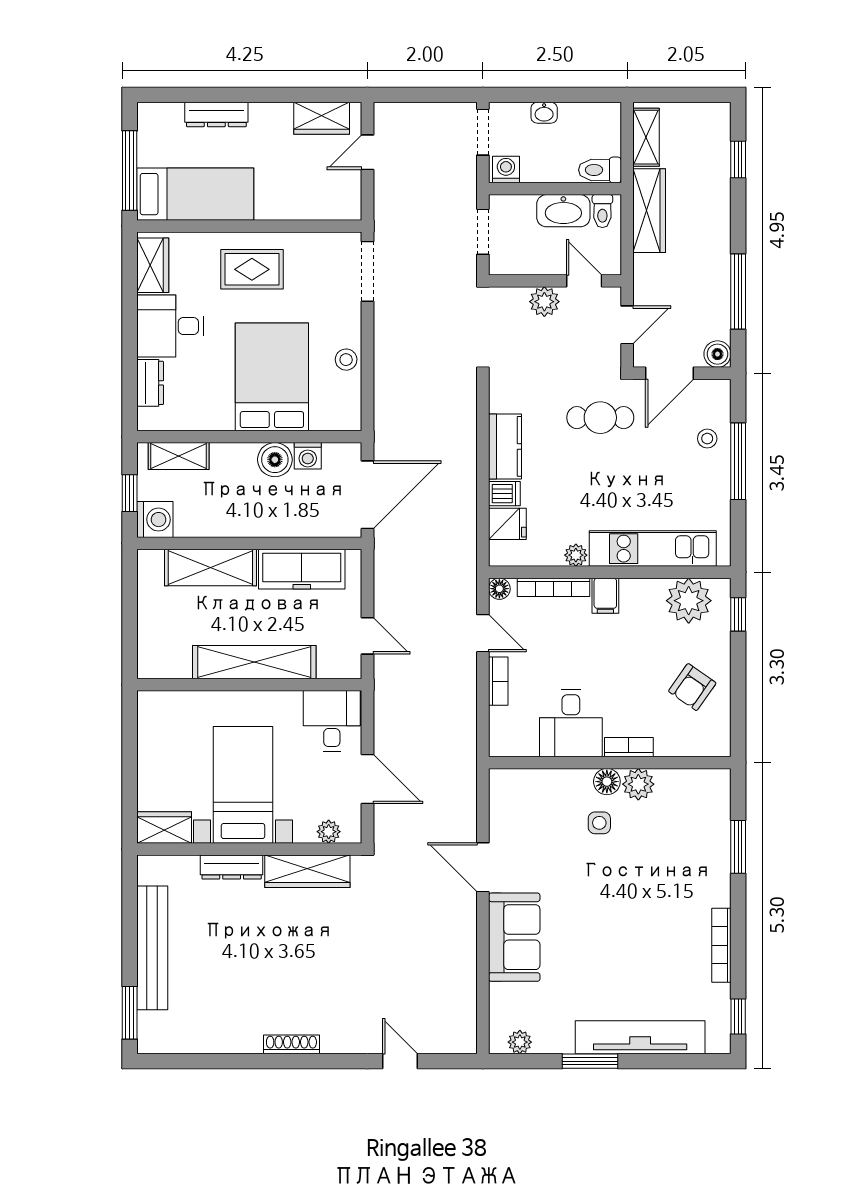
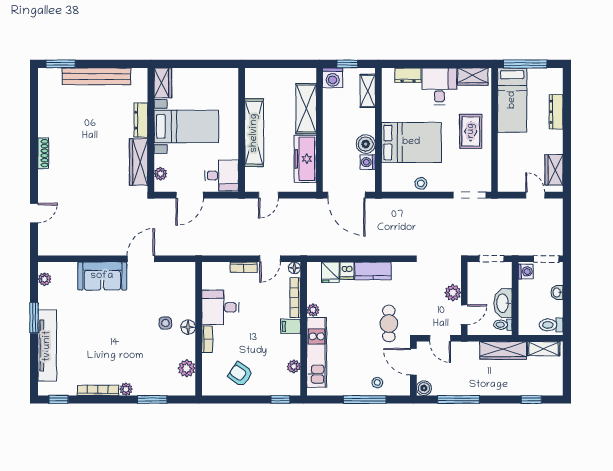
toilet: (600, 170) -> (551, 325), moved, turned -90
plant: (689, 601) -> (294, 366), width x0.53, depth x0.53
plant: (638, 784) -> (187, 368), moved
plant: (719, 894) -> (126, 389), added

